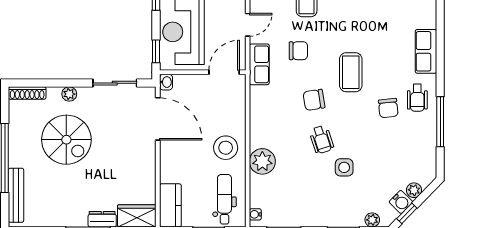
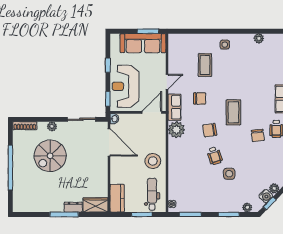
spiral stairs: (66, 140) -> (50, 156), turned 90
plant: (262, 161) -> (176, 130), moved
bench: (16, 195) -> (18, 192), removed

